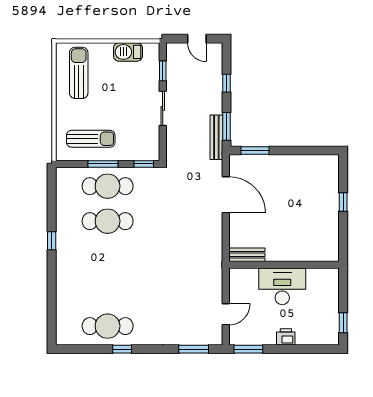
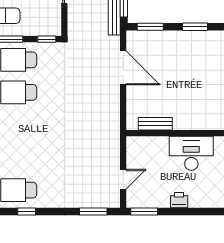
window: (303, 151) -> (195, 27), added
bench: (247, 255) -> (155, 124), moved
desk: (282, 286) -> (191, 153), moved

